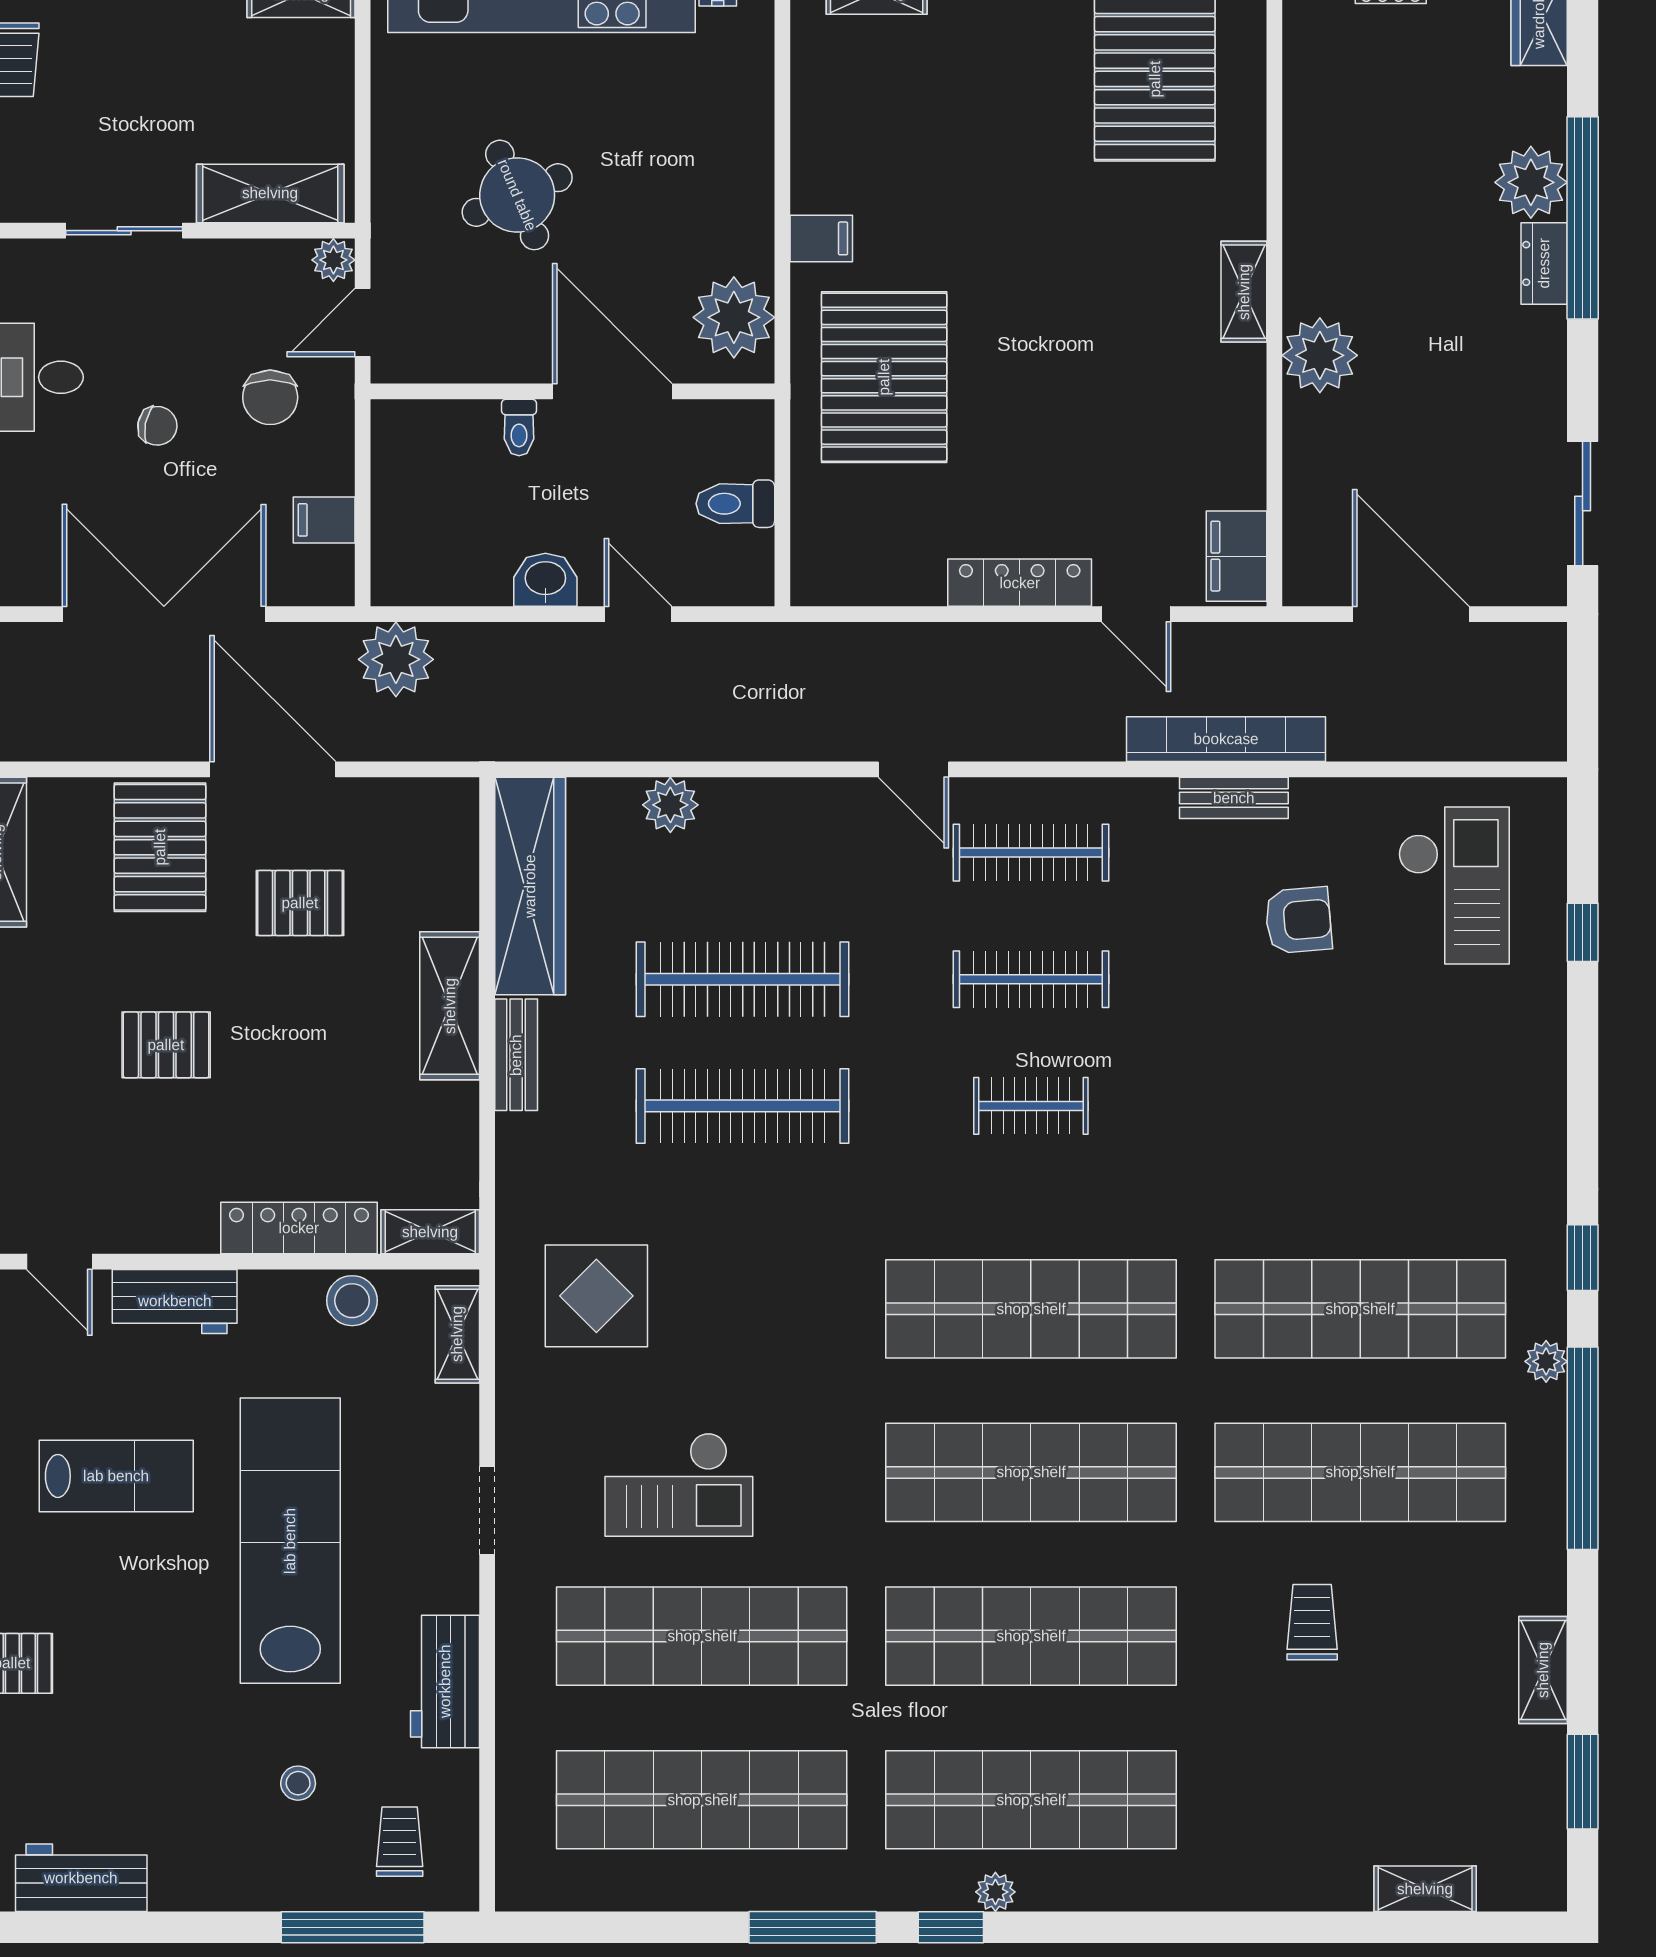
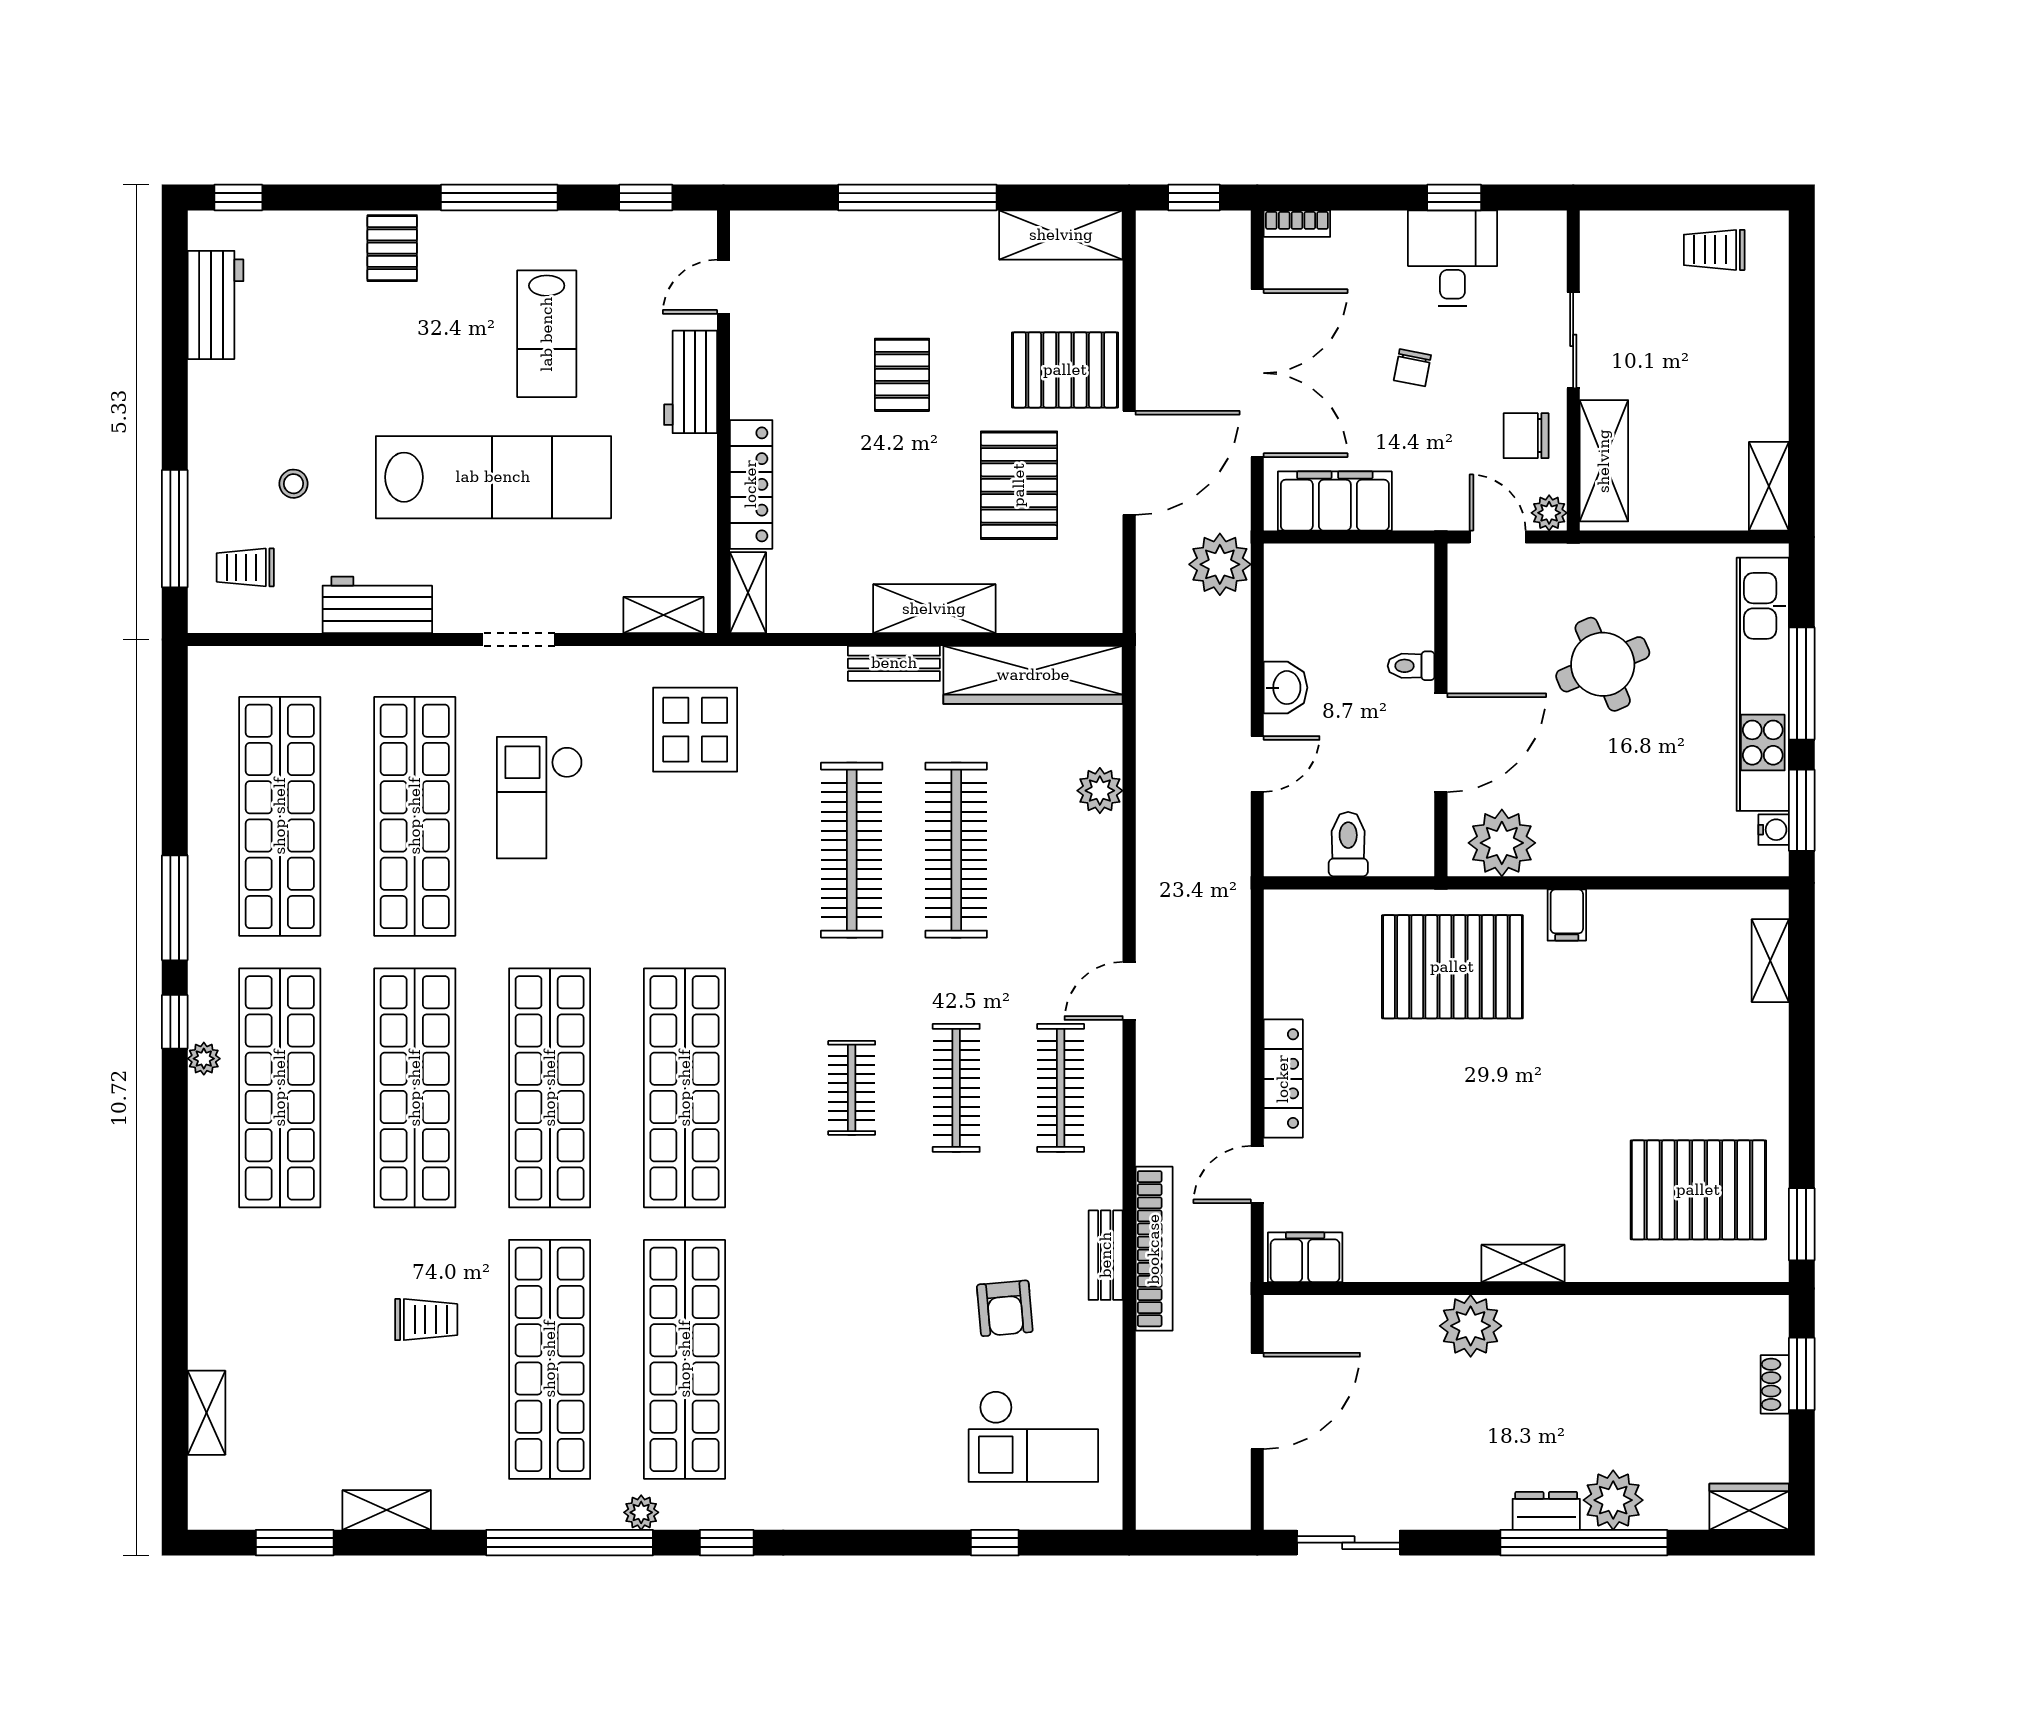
chair: (270, 397) -> (1526, 436), moved
filing cabinet: (324, 520) -> (1335, 501), width x3.00, depth x1.17
pallet: (300, 903) -> (1019, 485), width x1.50, depth x1.42
stool: (352, 1301) -> (691, 528), removed
trolley: (400, 1842) -> (245, 567), turned 180

